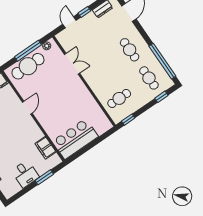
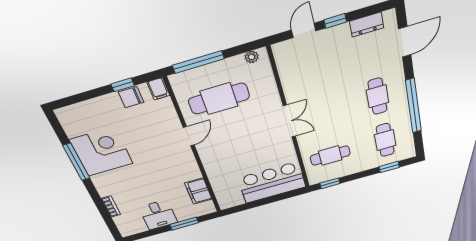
window: (28, 51) -> (198, 62), moved
window: (162, 61) -> (413, 106), moved
double door: (72, 64) -> (289, 121), moved
cafe table: (28, 66) -> (219, 99), moved
bar counter: (75, 139) -> (272, 182), moved

